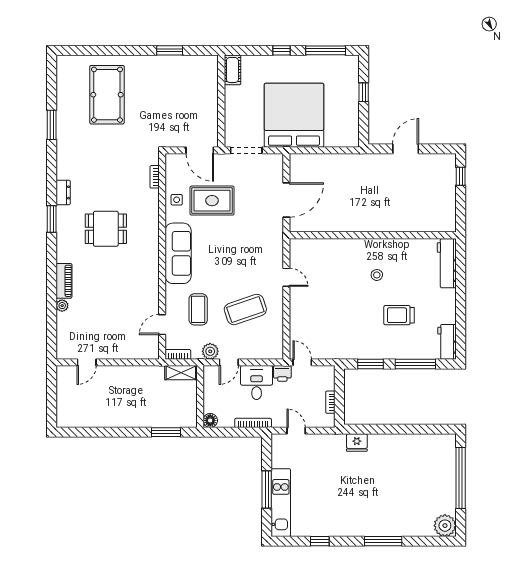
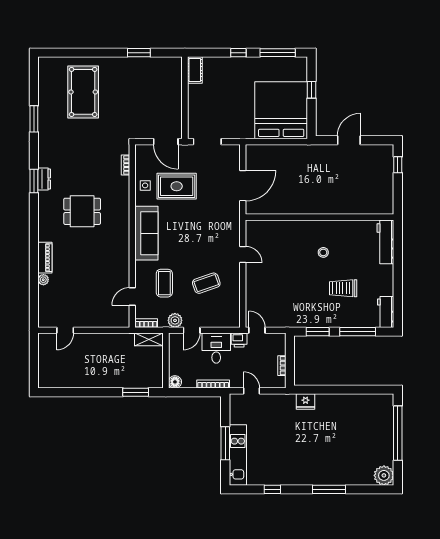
bed: (294, 115) -> (281, 110), moved
window: (52, 219) -> (34, 181), moved
coffee table: (245, 310) -> (206, 283), width x0.73, depth x0.76

